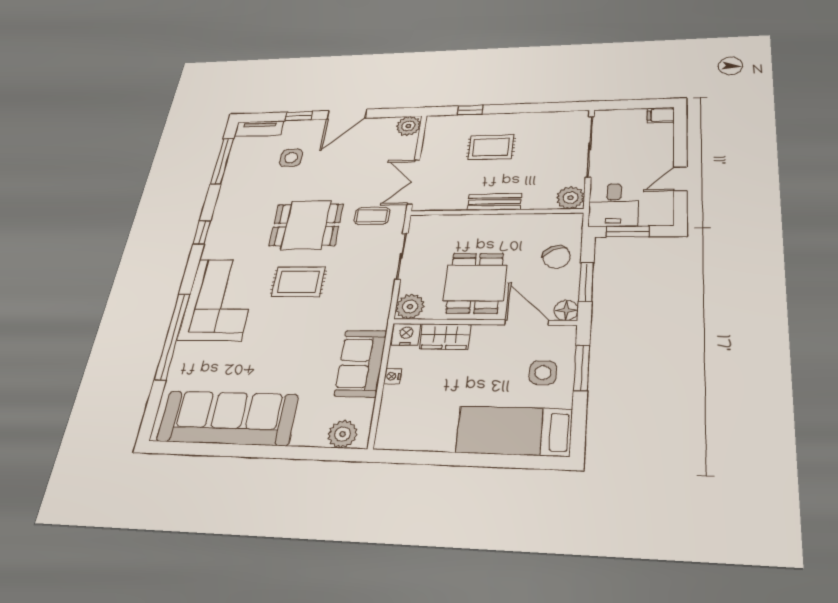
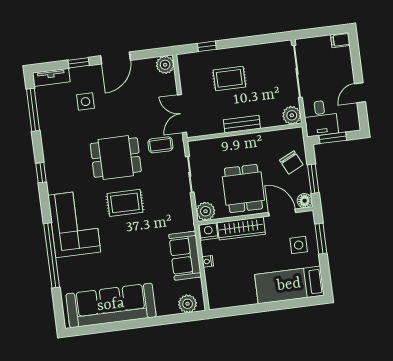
wardrobe: (445, 336) -> (241, 228), width x1.50

